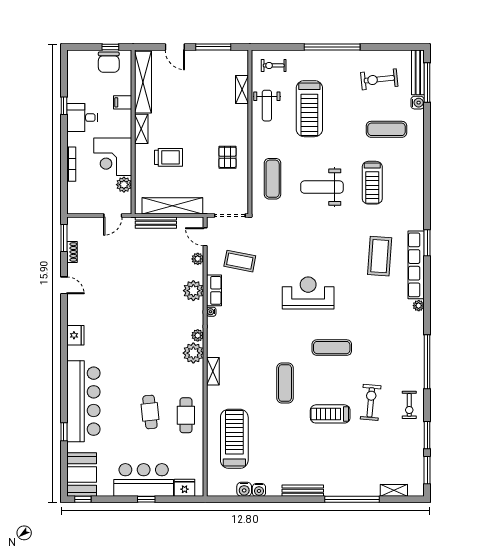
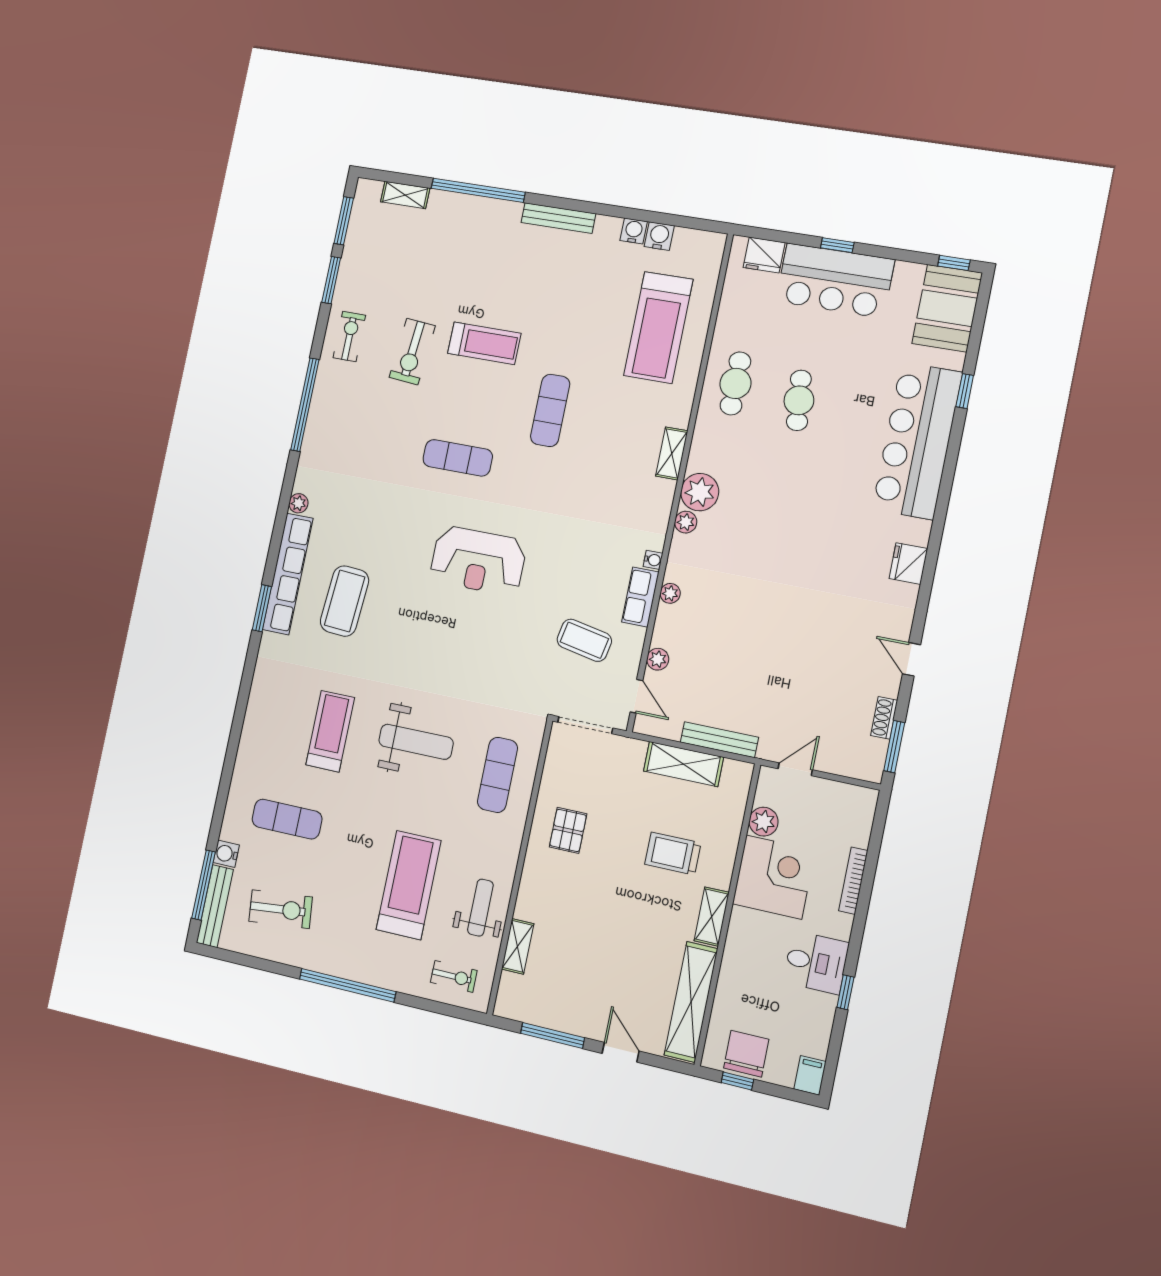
filing cabinet: (123, 102) -> (810, 1075), moved, turned -90
shelving: (172, 206) -> (683, 764), width x0.68
plant: (193, 291) -> (670, 593), width x0.53, depth x0.53

